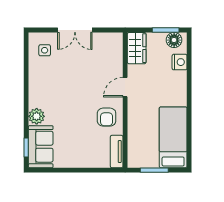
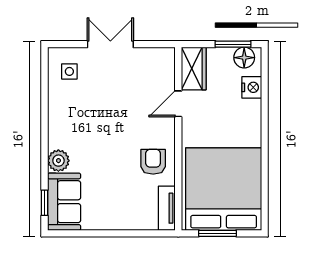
double door: (75, 30) -> (110, 44), swing flipped
door: (125, 87) -> (178, 104), moved
armchair: (107, 117) -> (153, 162), turned 180
bed: (173, 137) -> (224, 189), width x2.04

